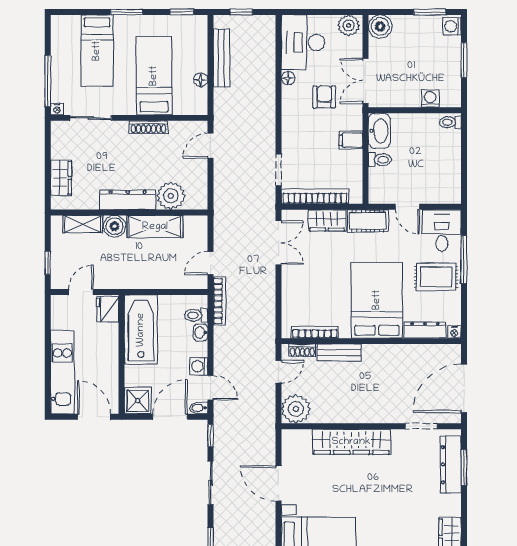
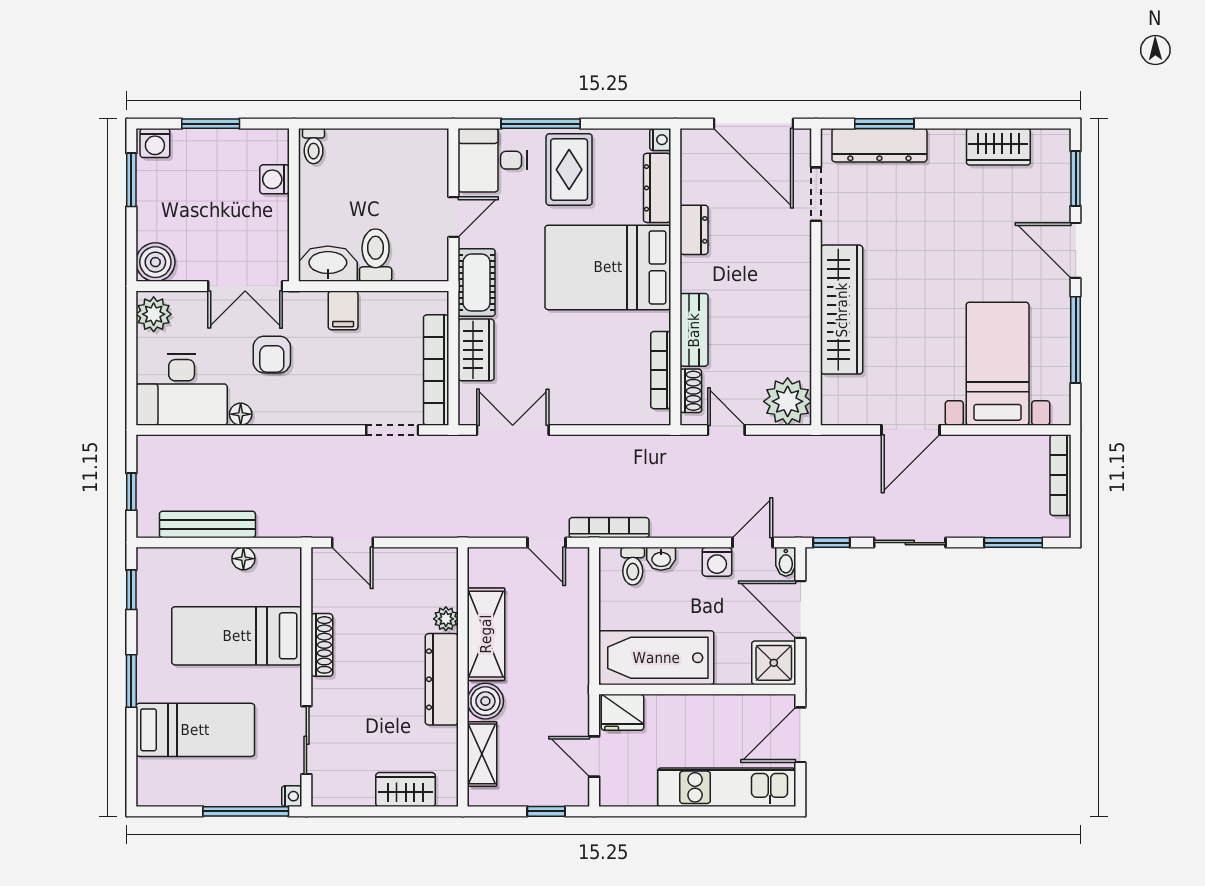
armchair: (324, 97) -> (272, 355), turned -90
toilet: (380, 160) -> (376, 255), width x1.37, depth x1.39
plant: (171, 196) -> (446, 619), width x0.53, depth x0.53
dresser: (400, 352) -> (694, 230), added

